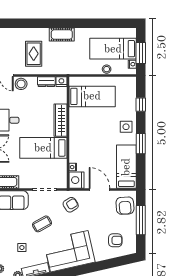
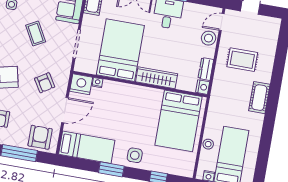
bed: (92, 96) -> (178, 121), width x1.50
bed: (43, 148) -> (120, 50), width x1.50
armchair: (71, 205) -> (45, 83), moved
armchair: (125, 206) -> (40, 137), turned 94

